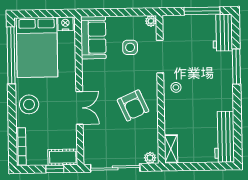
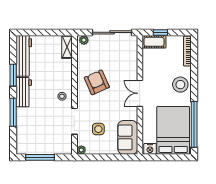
workbench: (223, 33) -> (24, 92), moved
double door: (79, 108) -> (140, 93), moved
window: (237, 112) -> (13, 75), added

